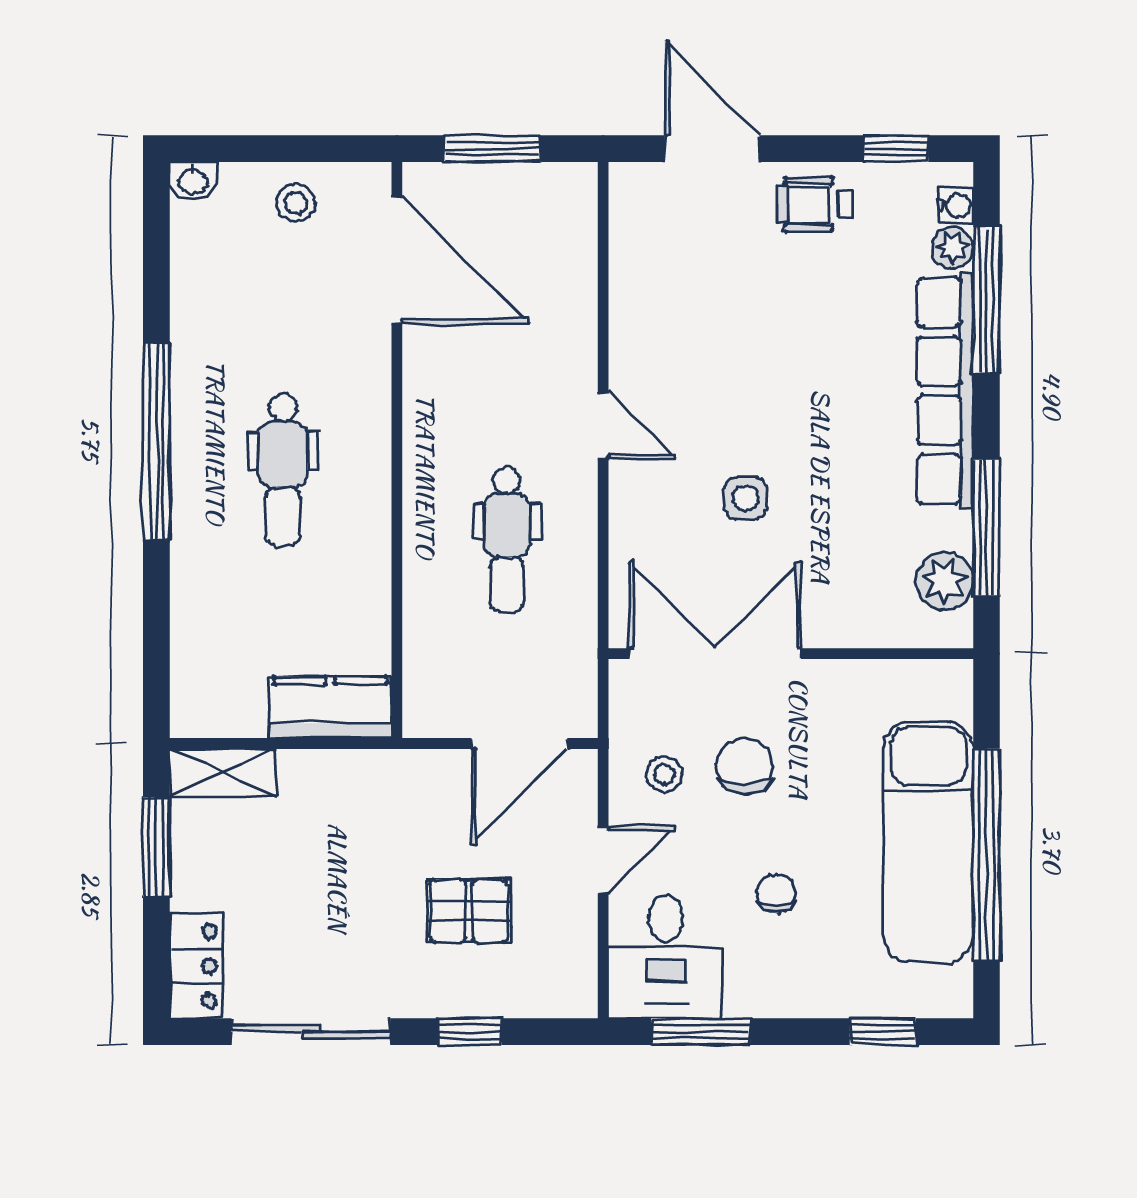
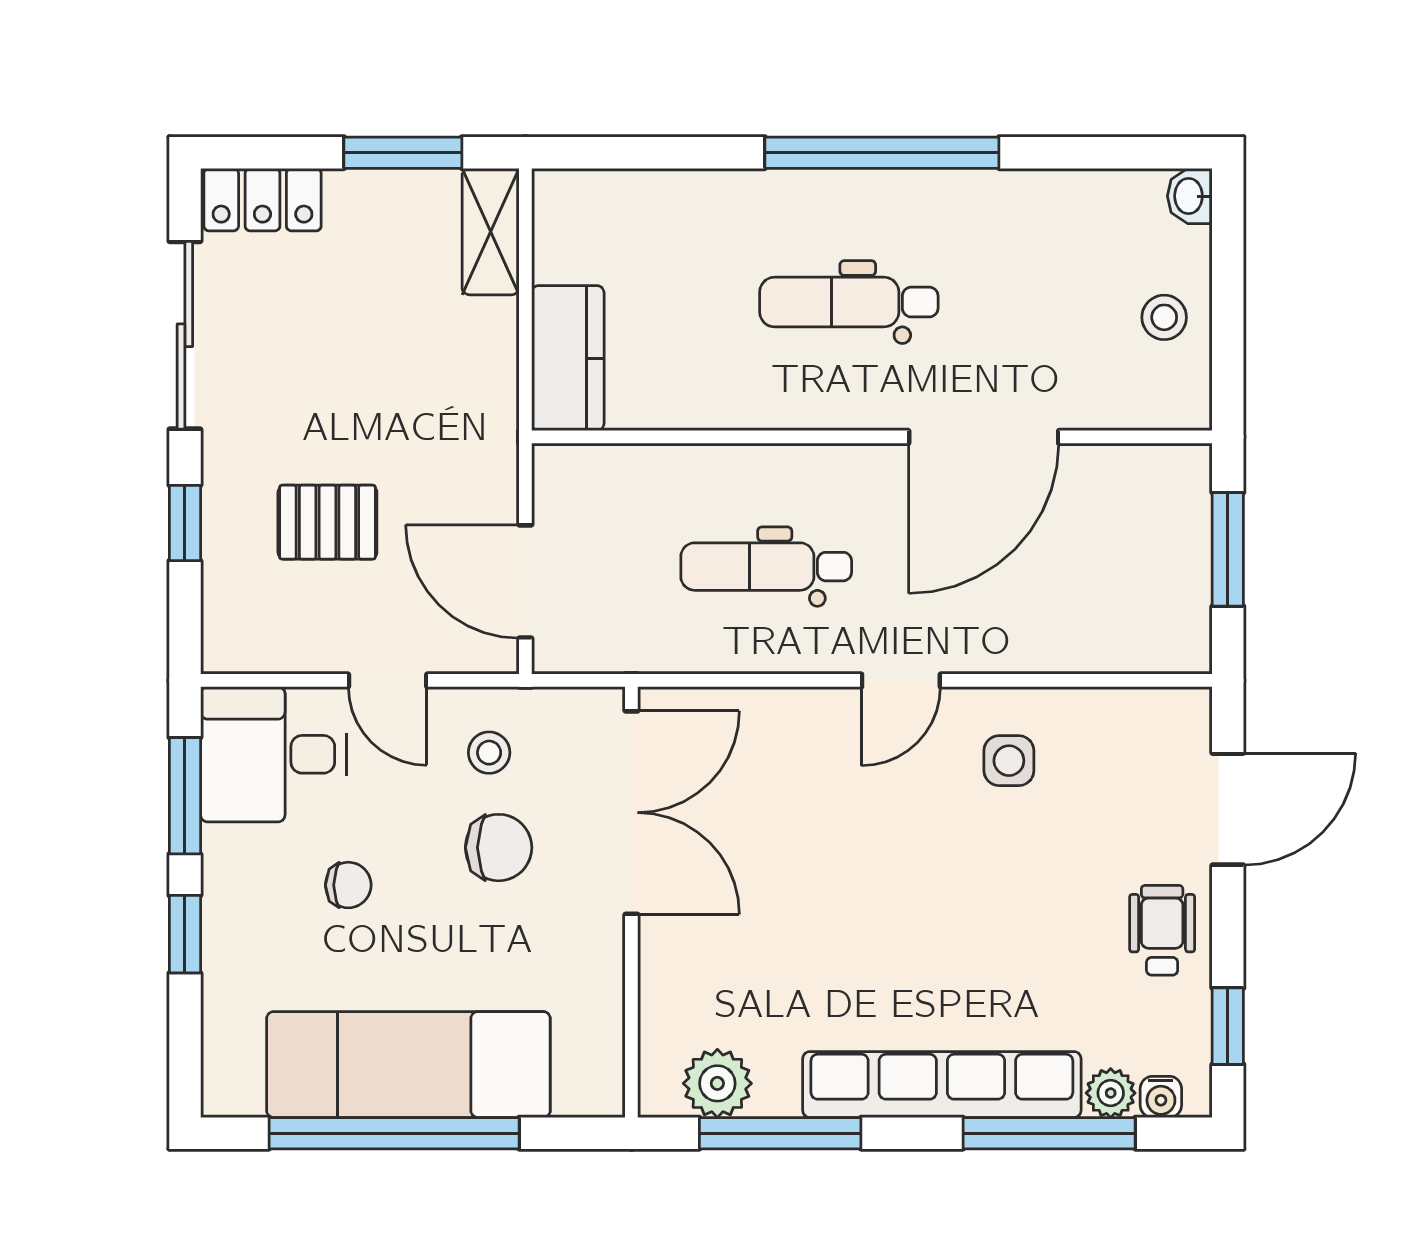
door: (397, 260) -> (984, 437), moved
side table: (746, 498) -> (1009, 761), moved
pallet: (469, 911) -> (327, 522), turned 90
window: (883, 1032) -> (185, 934), moved

